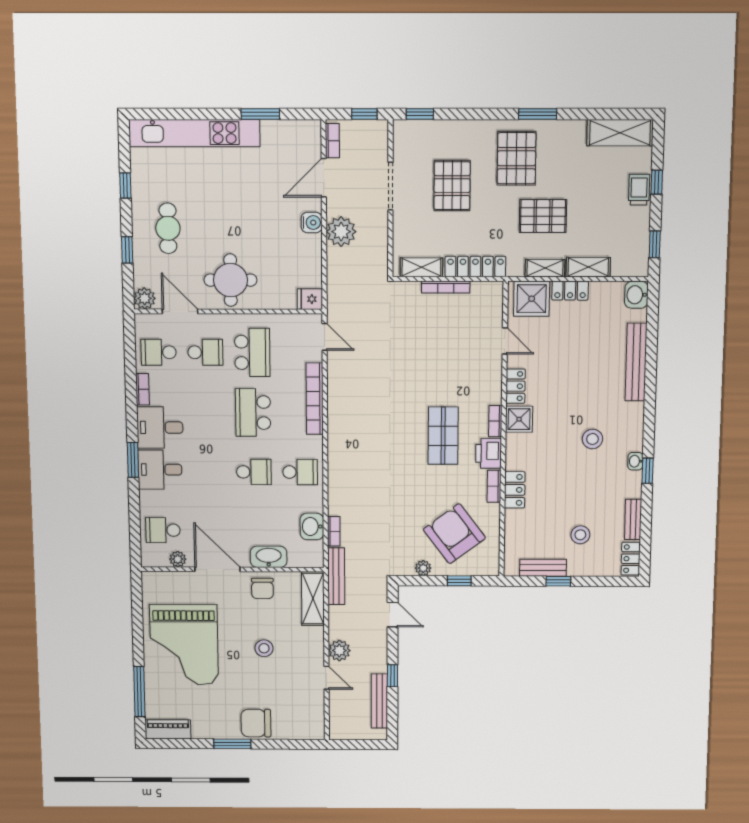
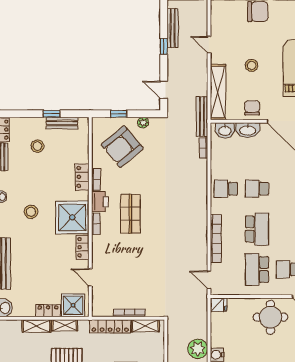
shower: (519, 419) -> (72, 217), width x1.86, depth x1.86
washbasin: (312, 527) -> (225, 130), moved, turned 90
armchair: (454, 534) -> (122, 147), turned 87
shelving: (313, 599) -> (218, 92), width x1.47
plant: (339, 651) -> (200, 64), removed

